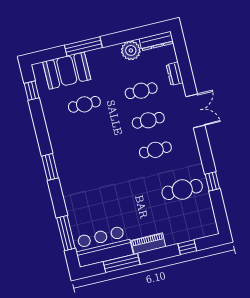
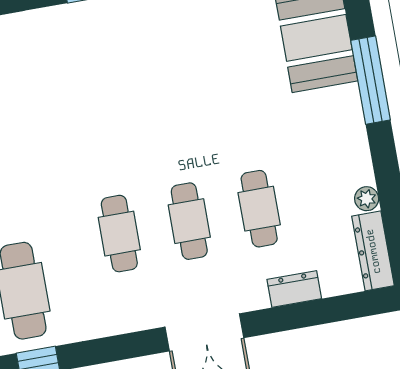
plant: (131, 50) -> (367, 199), width x0.53, depth x0.53
cafe table: (84, 104) -> (235, 74), removed

